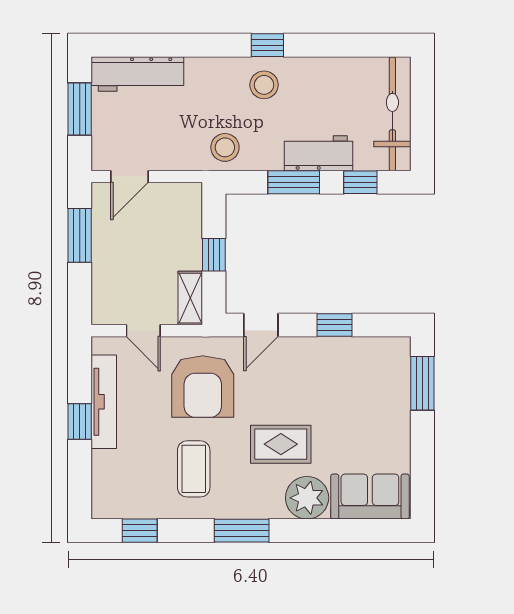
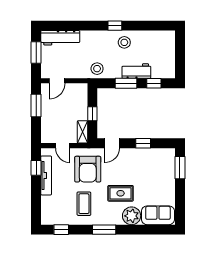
stool: (264, 85) -> (124, 42), moved
bicycle: (392, 114) -> (167, 55), removed
window: (80, 421) -> (36, 168), moved

